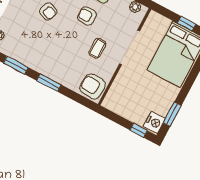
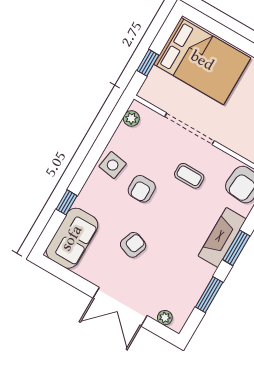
window: (187, 24) -> (148, 63), moved
fireplace: (56, 73) -> (222, 237), added

